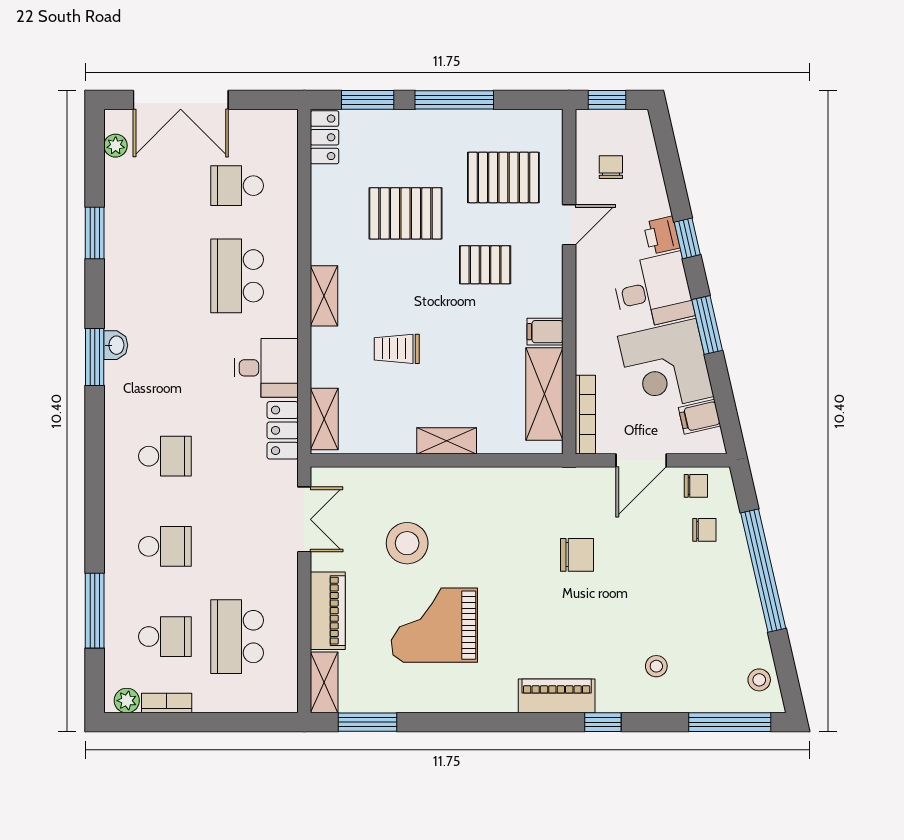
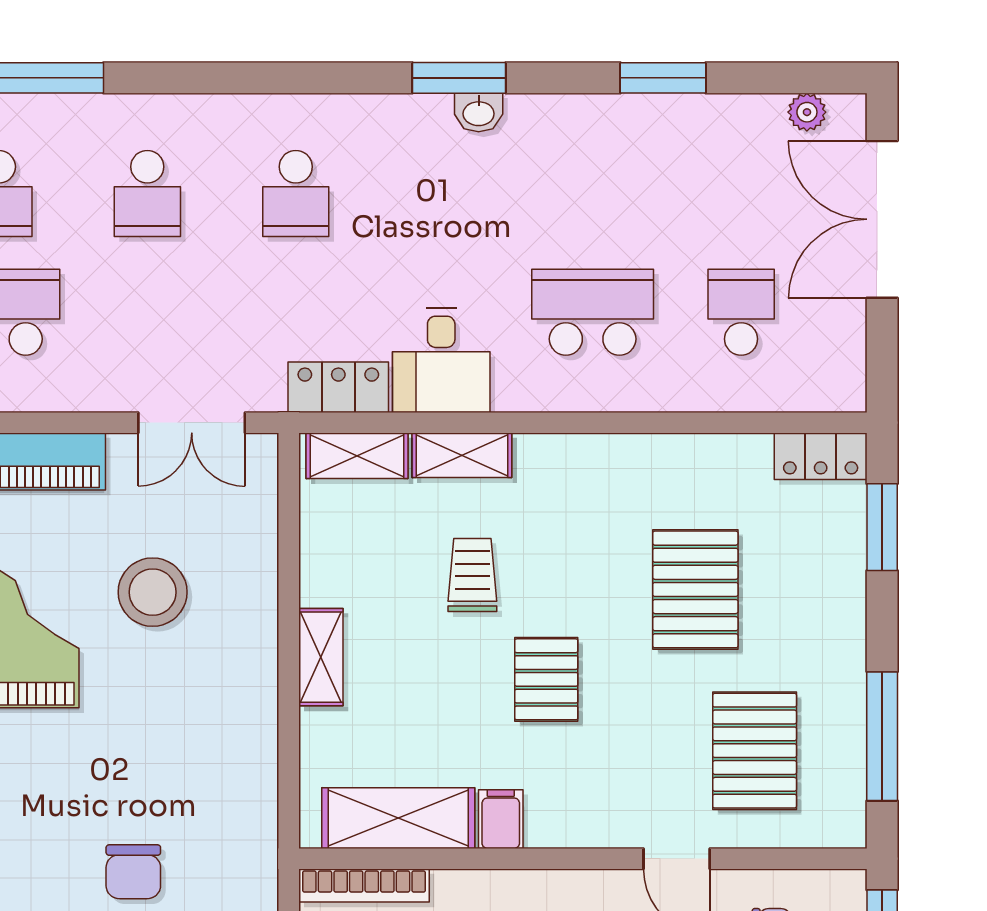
window: (454, 100) -> (882, 736), moved
pallet: (485, 265) -> (546, 679), moved
shelving: (324, 296) -> (462, 455), moved

